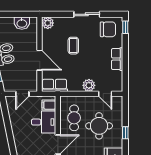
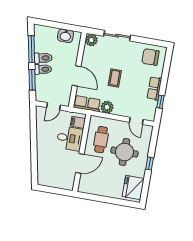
sliding door: (87, 14) -> (117, 36), moved
window: (125, 27) -> (160, 102), moved
chair: (108, 29) -> (150, 57), turned 180
coffee table: (73, 46) -> (115, 78), moved
plant: (89, 85) -> (107, 107), moved

